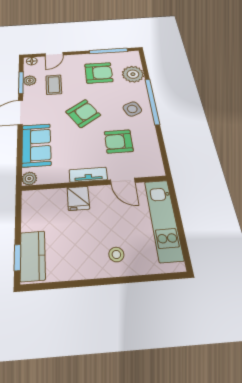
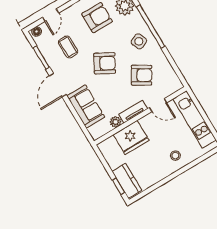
plant: (30, 81) -> (47, 52), removed
armchair: (83, 113) -> (105, 63), turned 62
armchair: (119, 141) -> (142, 75), turned -149
plant: (29, 179) -> (116, 122), moved
fridge: (78, 198) -> (131, 138), width x1.88, depth x1.34

